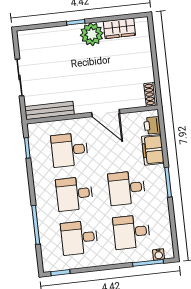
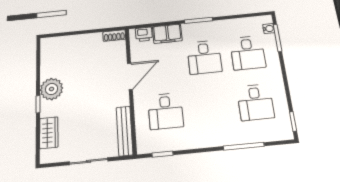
wardrobe: (119, 28) -> (49, 133), moved
desk: (74, 194) -> (210, 107), removed

